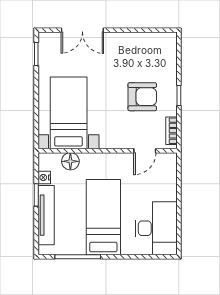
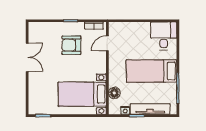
double door: (82, 30) -> (27, 57), moved
armchair: (142, 97) -> (71, 45), turned -90
door: (145, 151) -> (107, 43), swing flipped
desk: (156, 228) -> (164, 36), width x0.73

